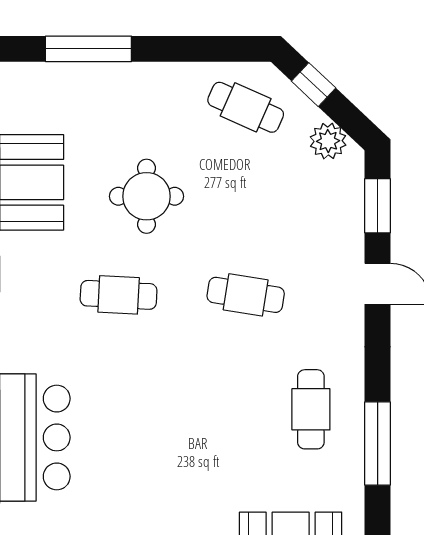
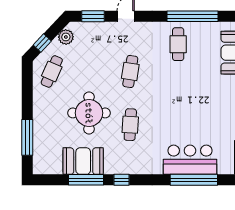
round table: (147, 196) -> (89, 113), width x1.36, depth x1.36
cafe table: (311, 409) -> (178, 44), turned 90
window: (378, 444) -> (192, 16), width x1.46

